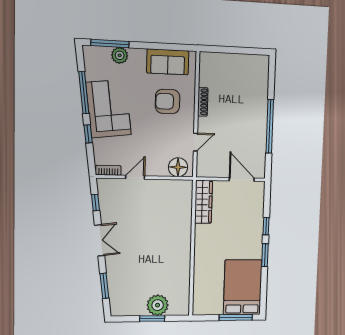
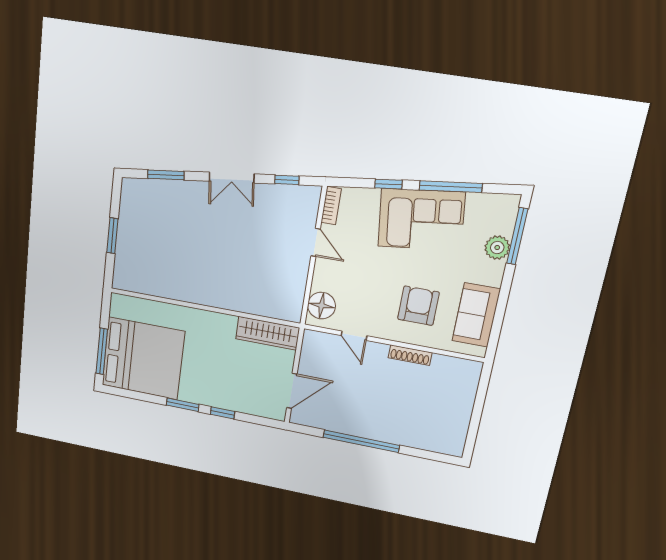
bed: (243, 287) -> (143, 358), width x1.36
plant: (158, 305) -> (130, 246), removed

